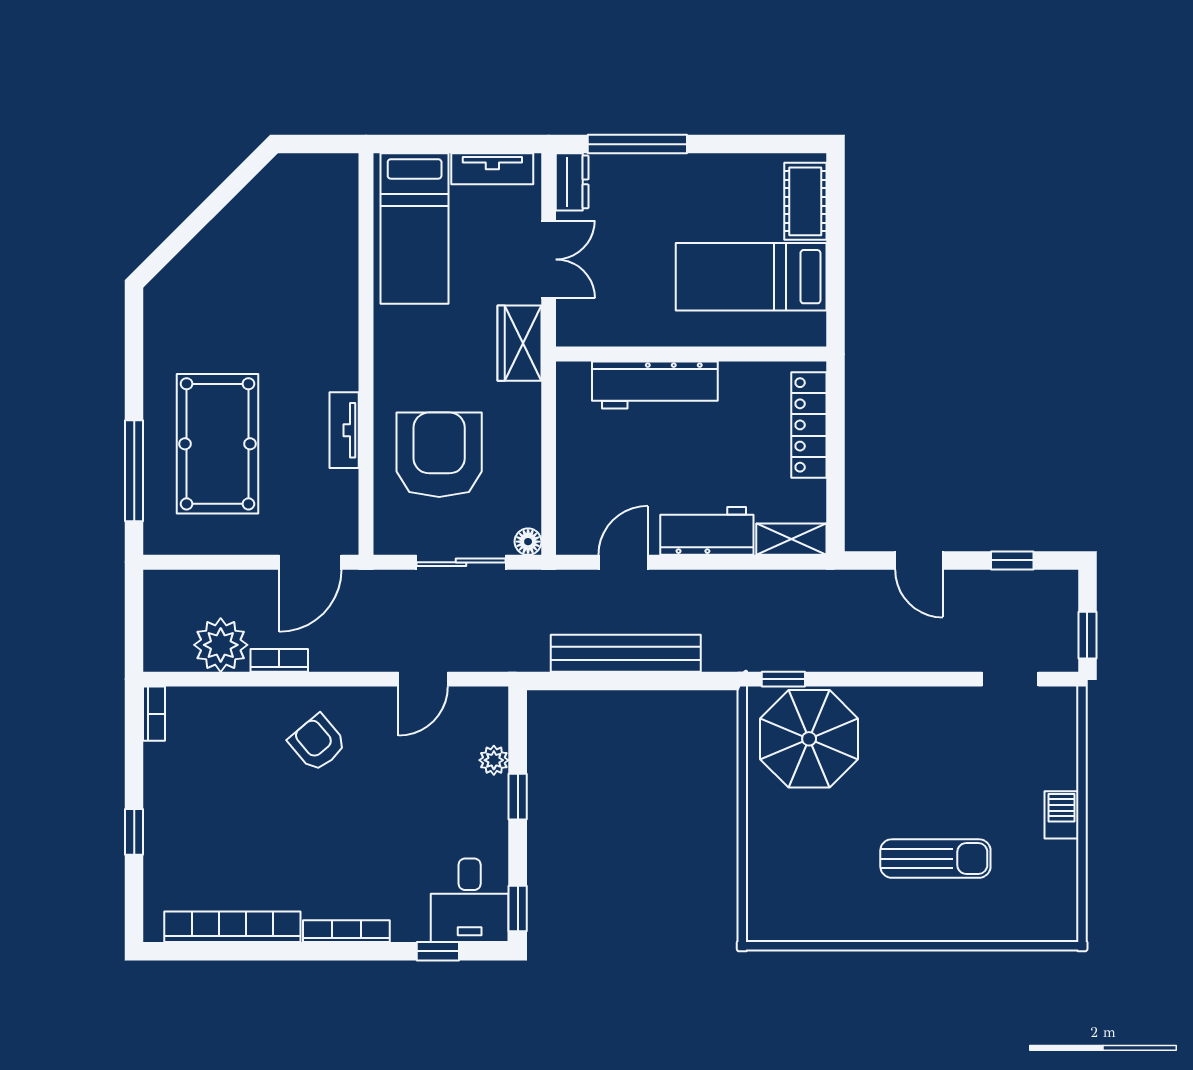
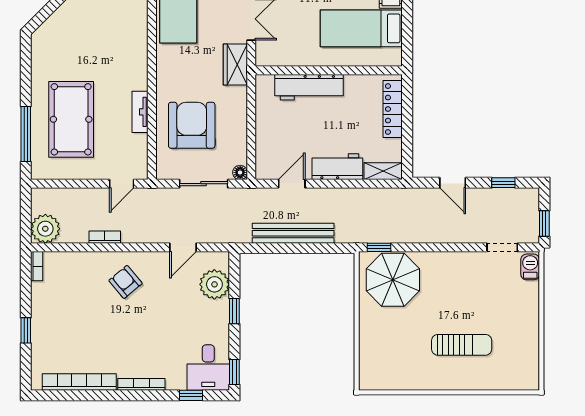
door: (310, 562) -> (122, 184), width x0.73
plant: (221, 645) -> (45, 229), moved
plant: (494, 760) -> (214, 284), width x1.87, depth x1.87
barbecue: (1061, 815) -> (530, 267), moved

